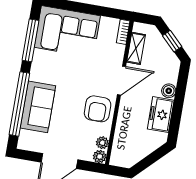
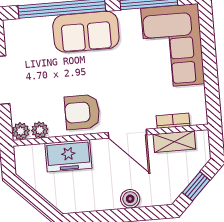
bookcase: (123, 32) -> (173, 121), moved
sofa: (38, 107) -> (86, 32), moved
freezer: (161, 115) -> (68, 156), moved, turned 180

